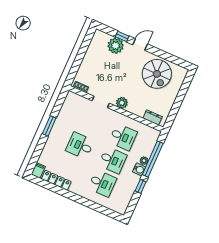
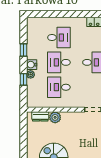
plant: (122, 103) -> (55, 117), moved
window: (153, 159) -> (24, 79), width x0.32
desk: (102, 183) -> (59, 38), turned 180

